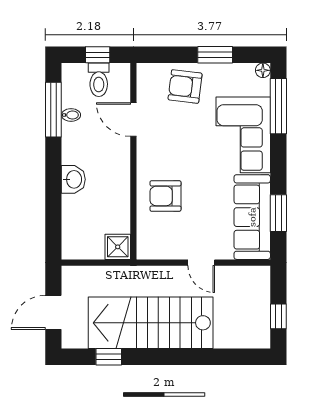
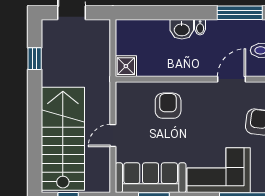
bidet: (71, 115) -> (200, 27), moved
stairs: (151, 323) -> (63, 139), moved

